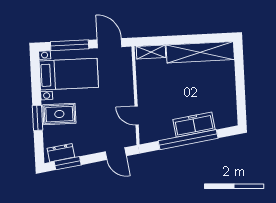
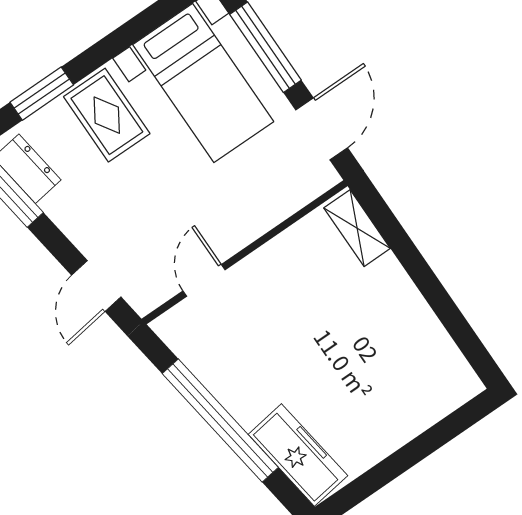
shelving: (200, 52) -> (421, 333), removed
window: (38, 118) -> (42, 94), moved
freezer: (194, 125) -> (298, 455), moved

